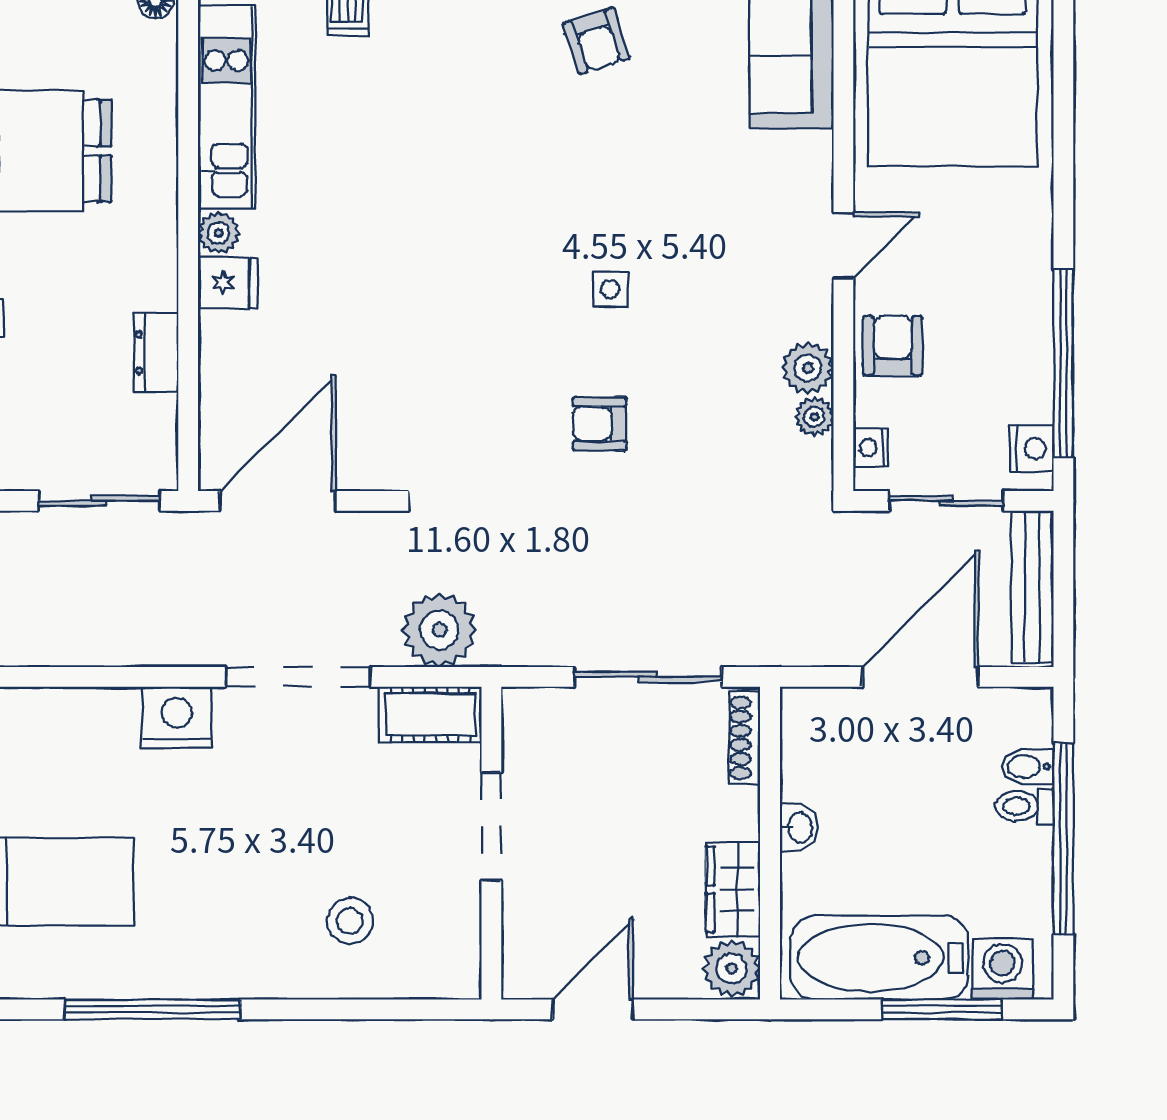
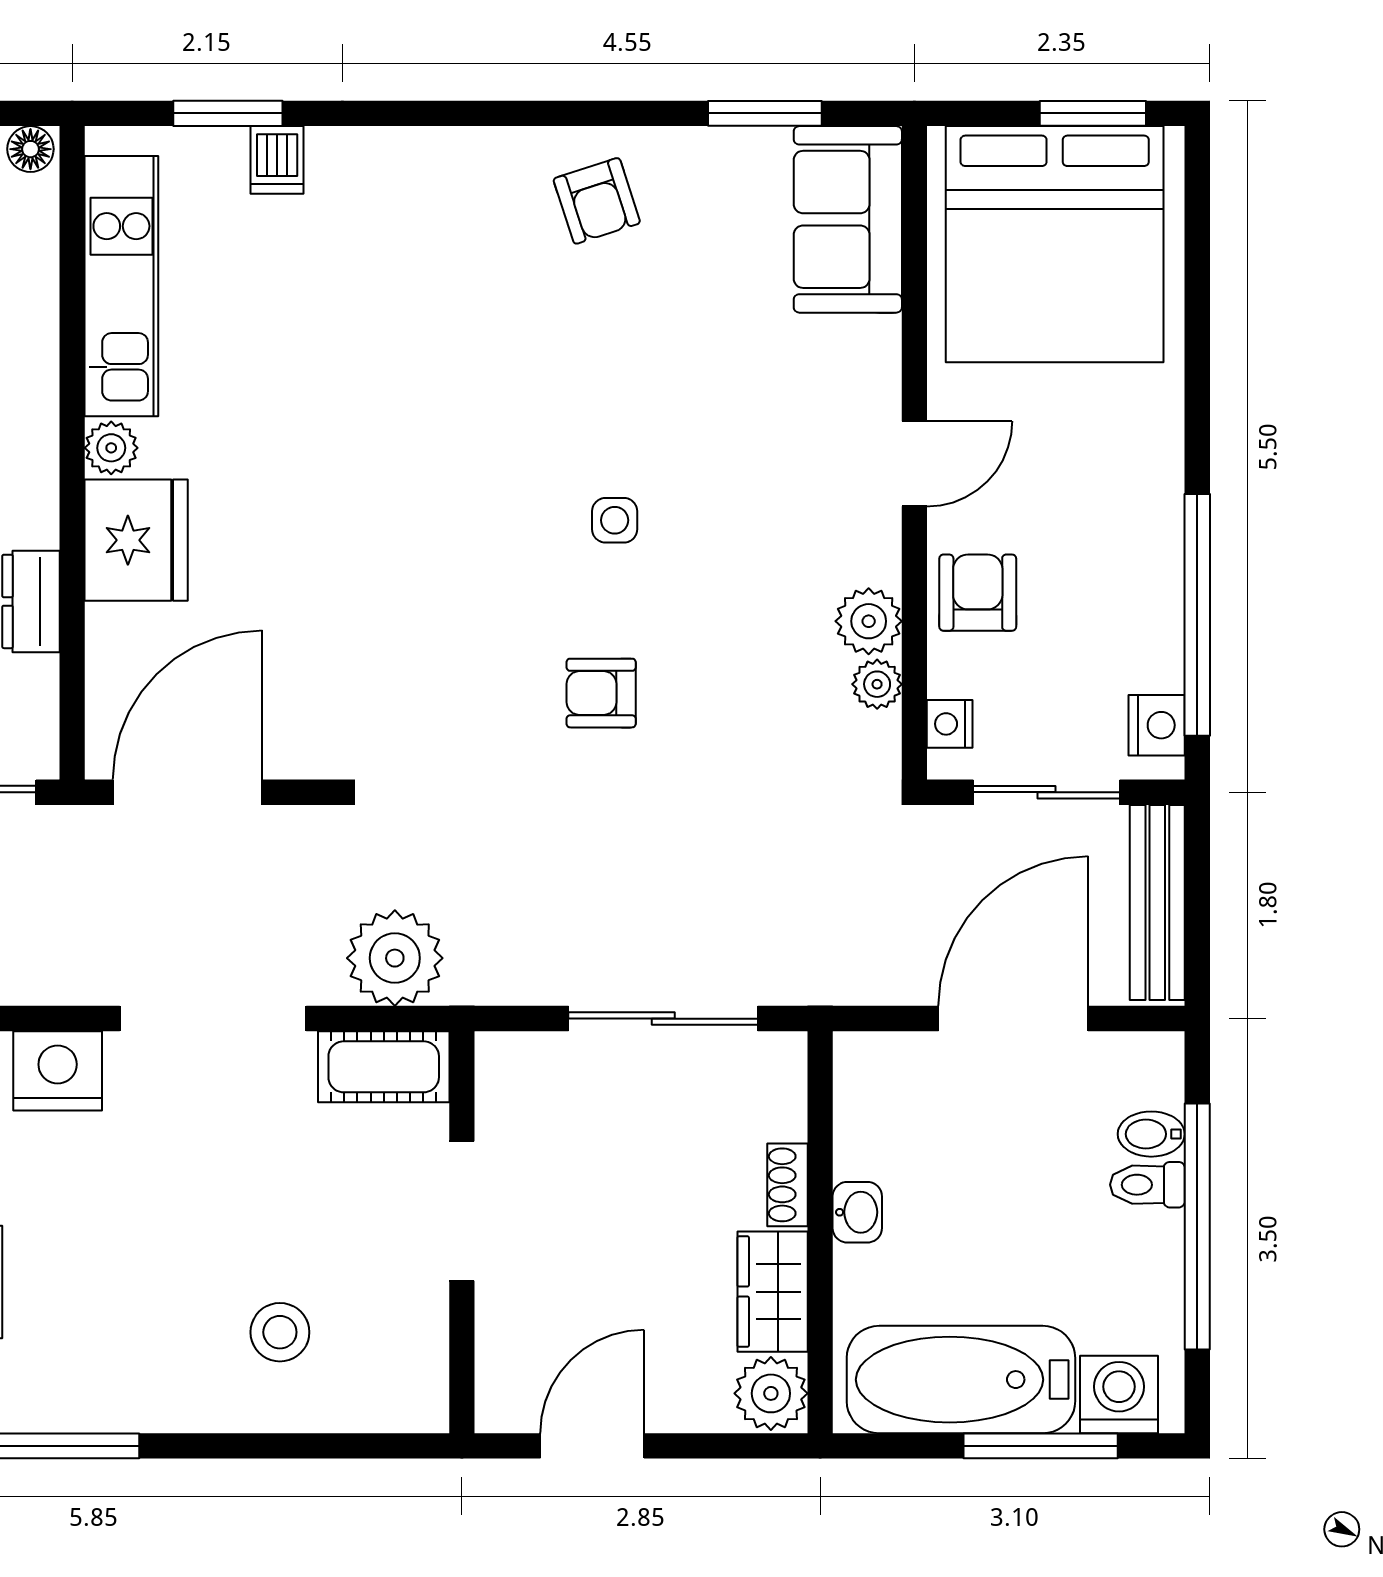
fridge: (228, 283) -> (136, 540), width x1.88, depth x1.34
shoe rack: (745, 738) -> (787, 1185), moved, width x0.70

